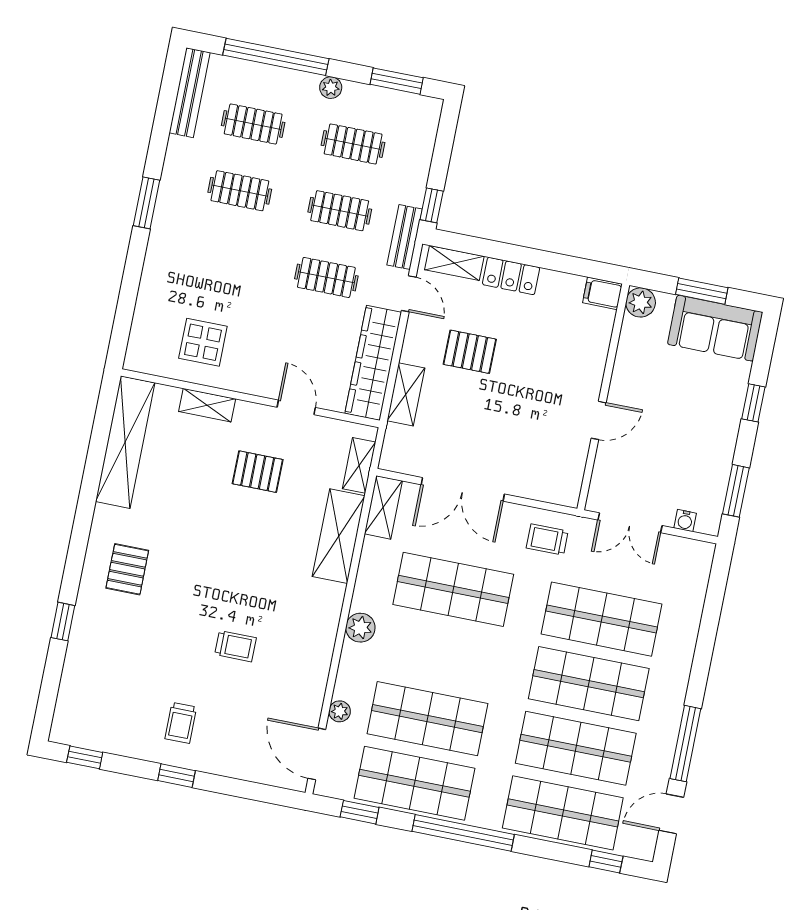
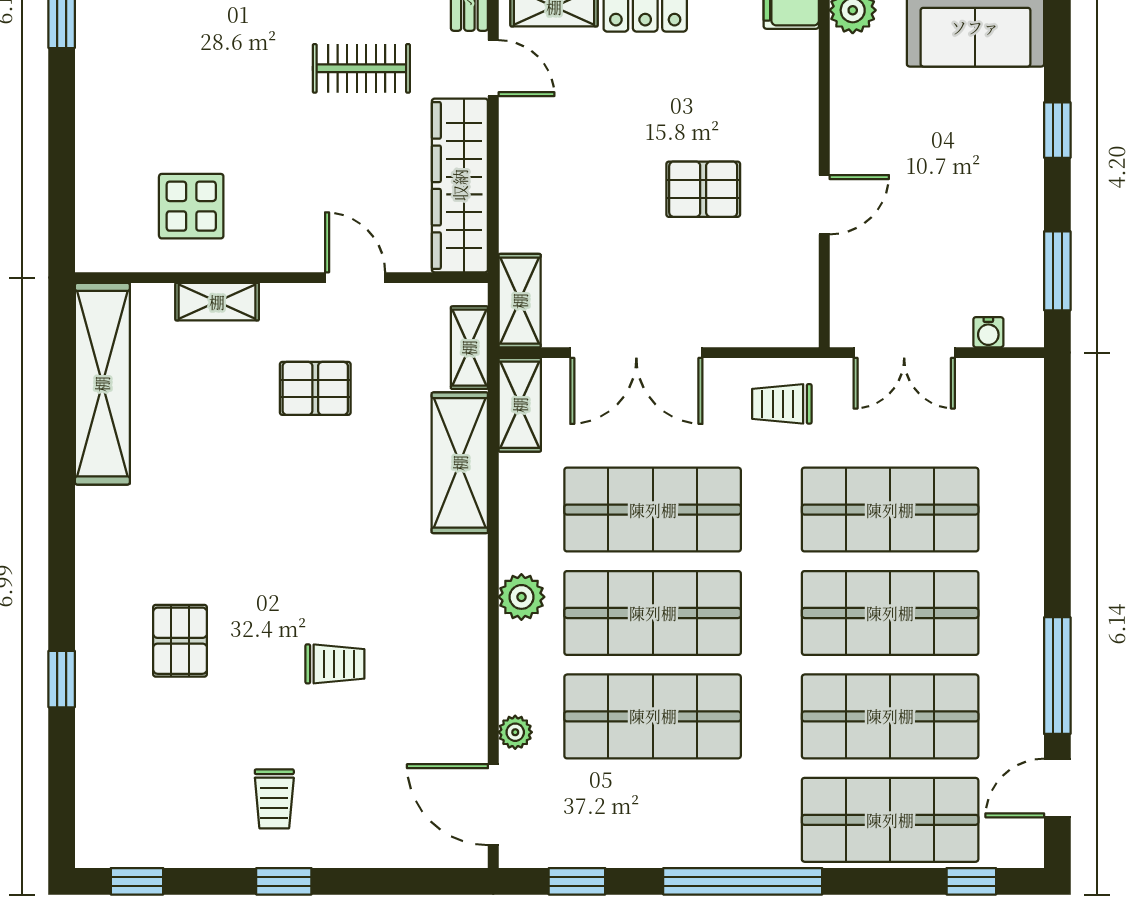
pallet: (470, 352) -> (703, 189), moved
shelving: (406, 394) -> (520, 301), moved
pallet: (127, 569) -> (180, 641), moved
shop shelf: (414, 783) -> (653, 613), moved

